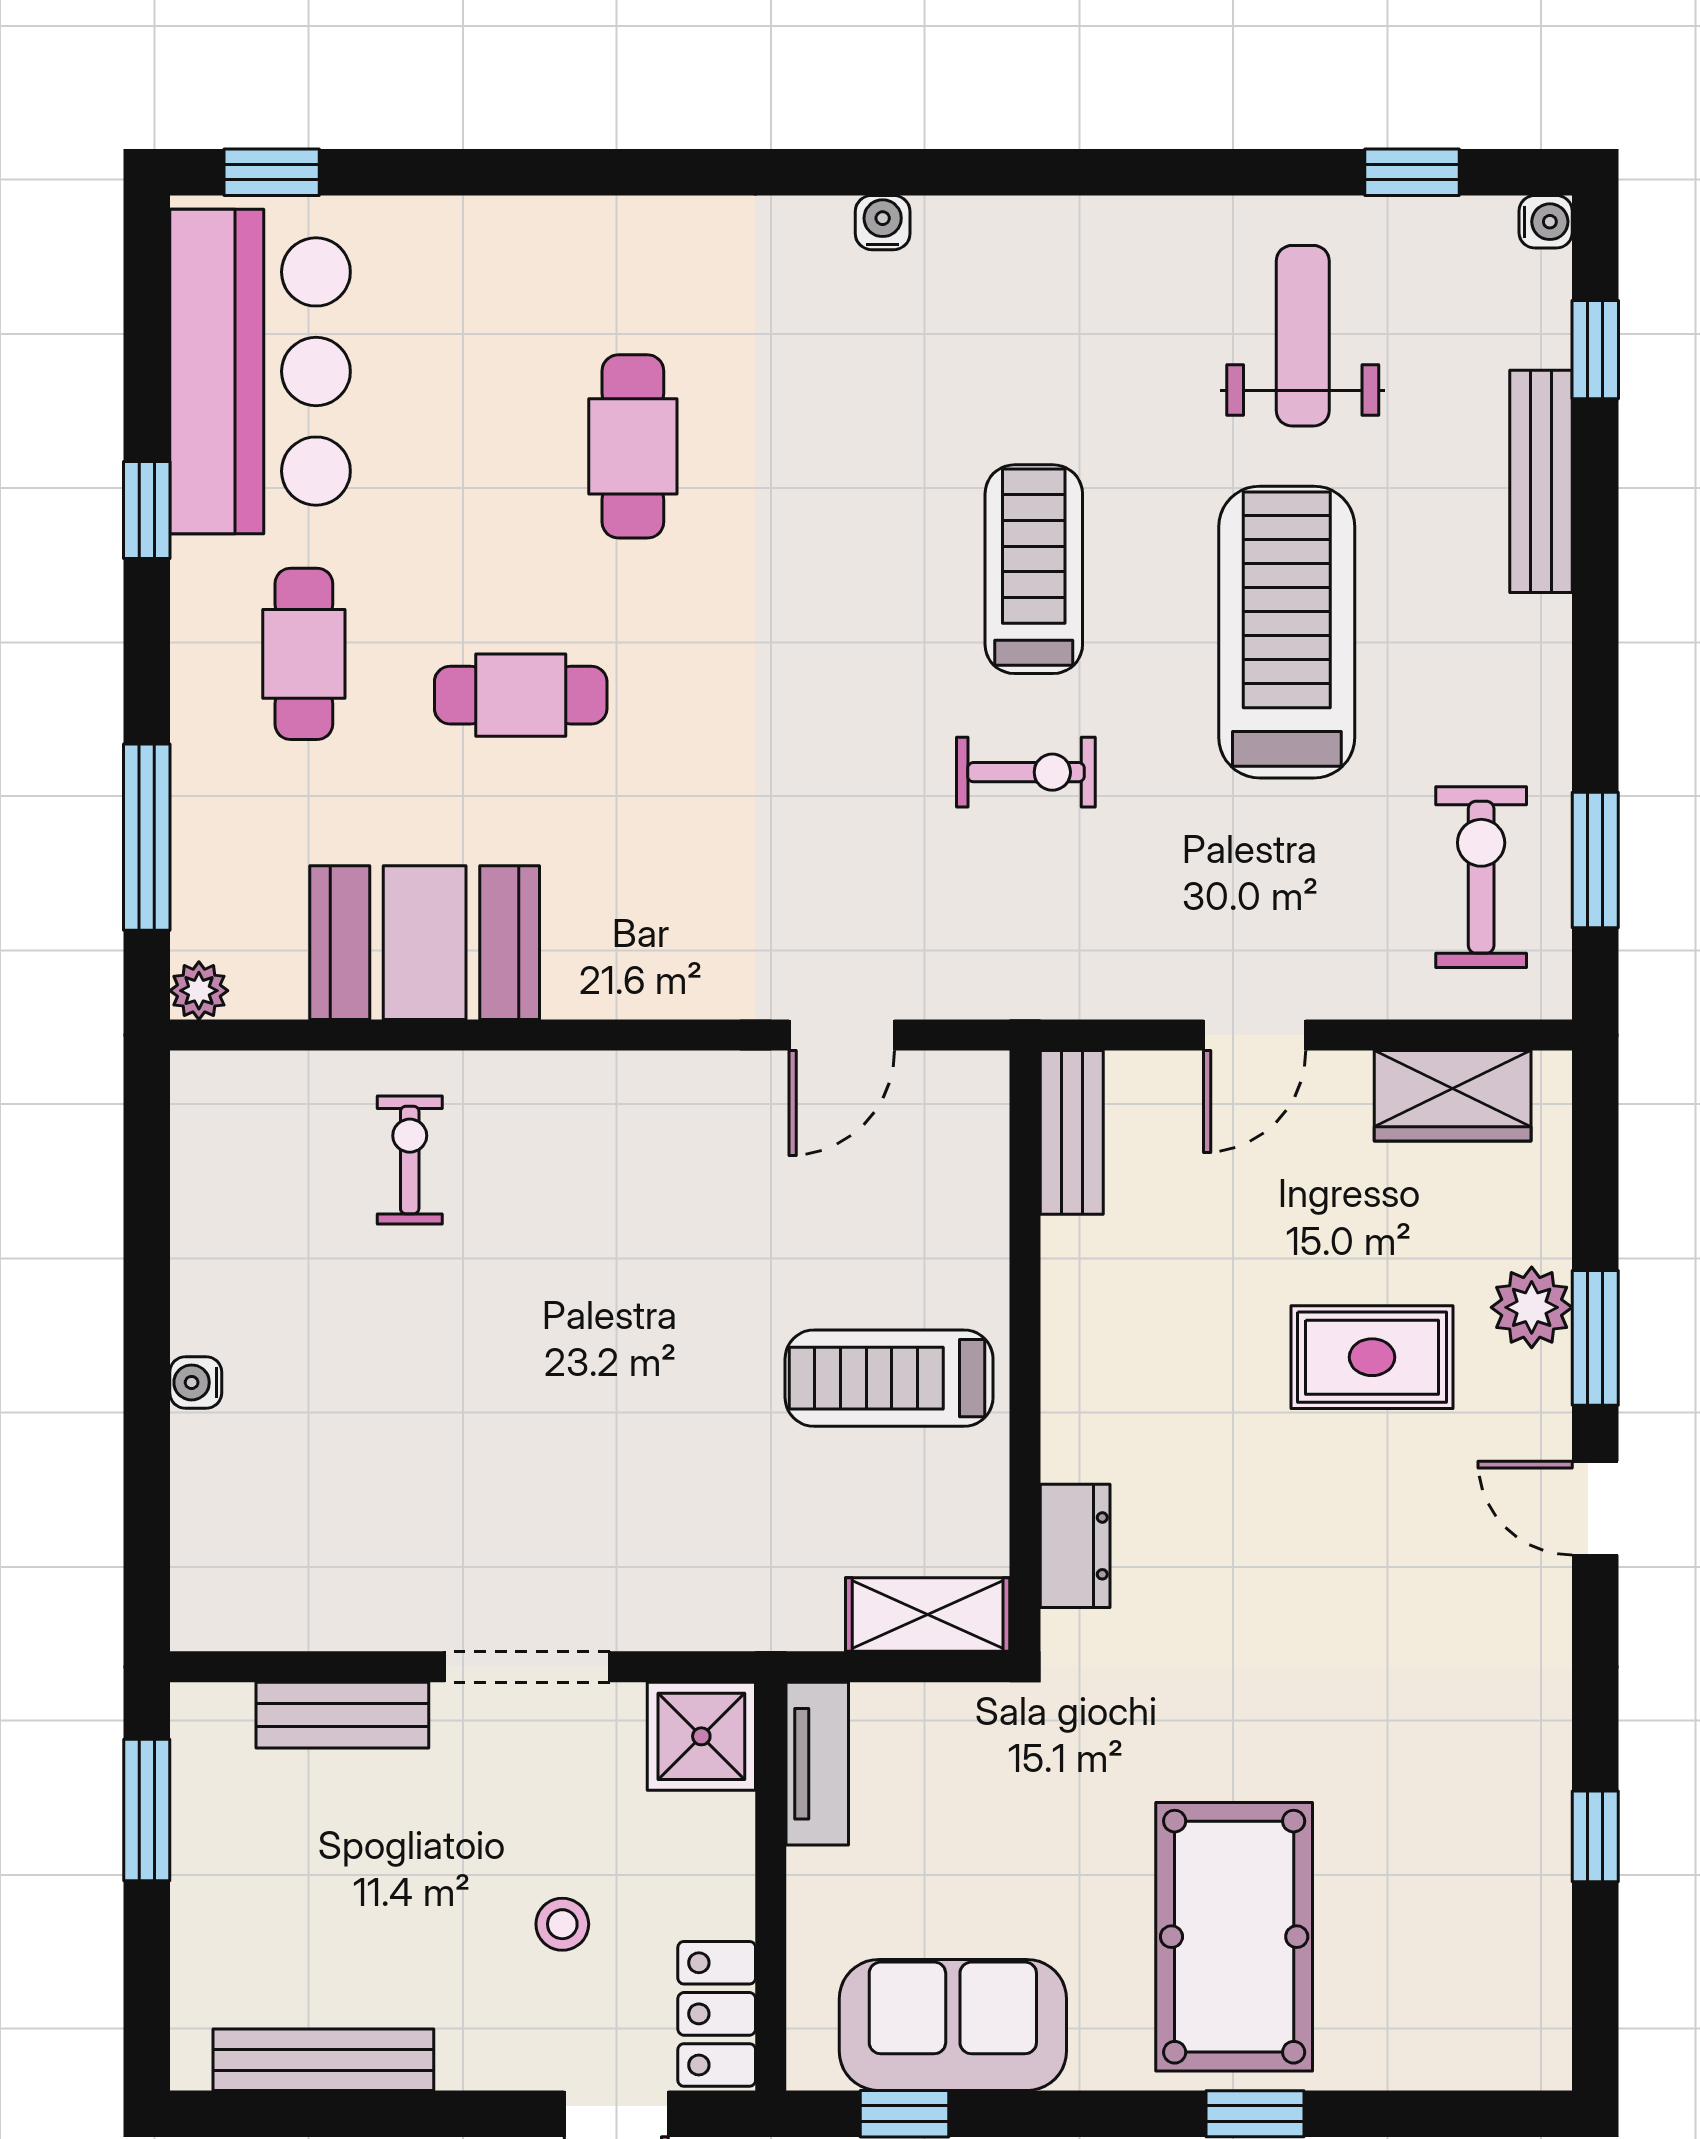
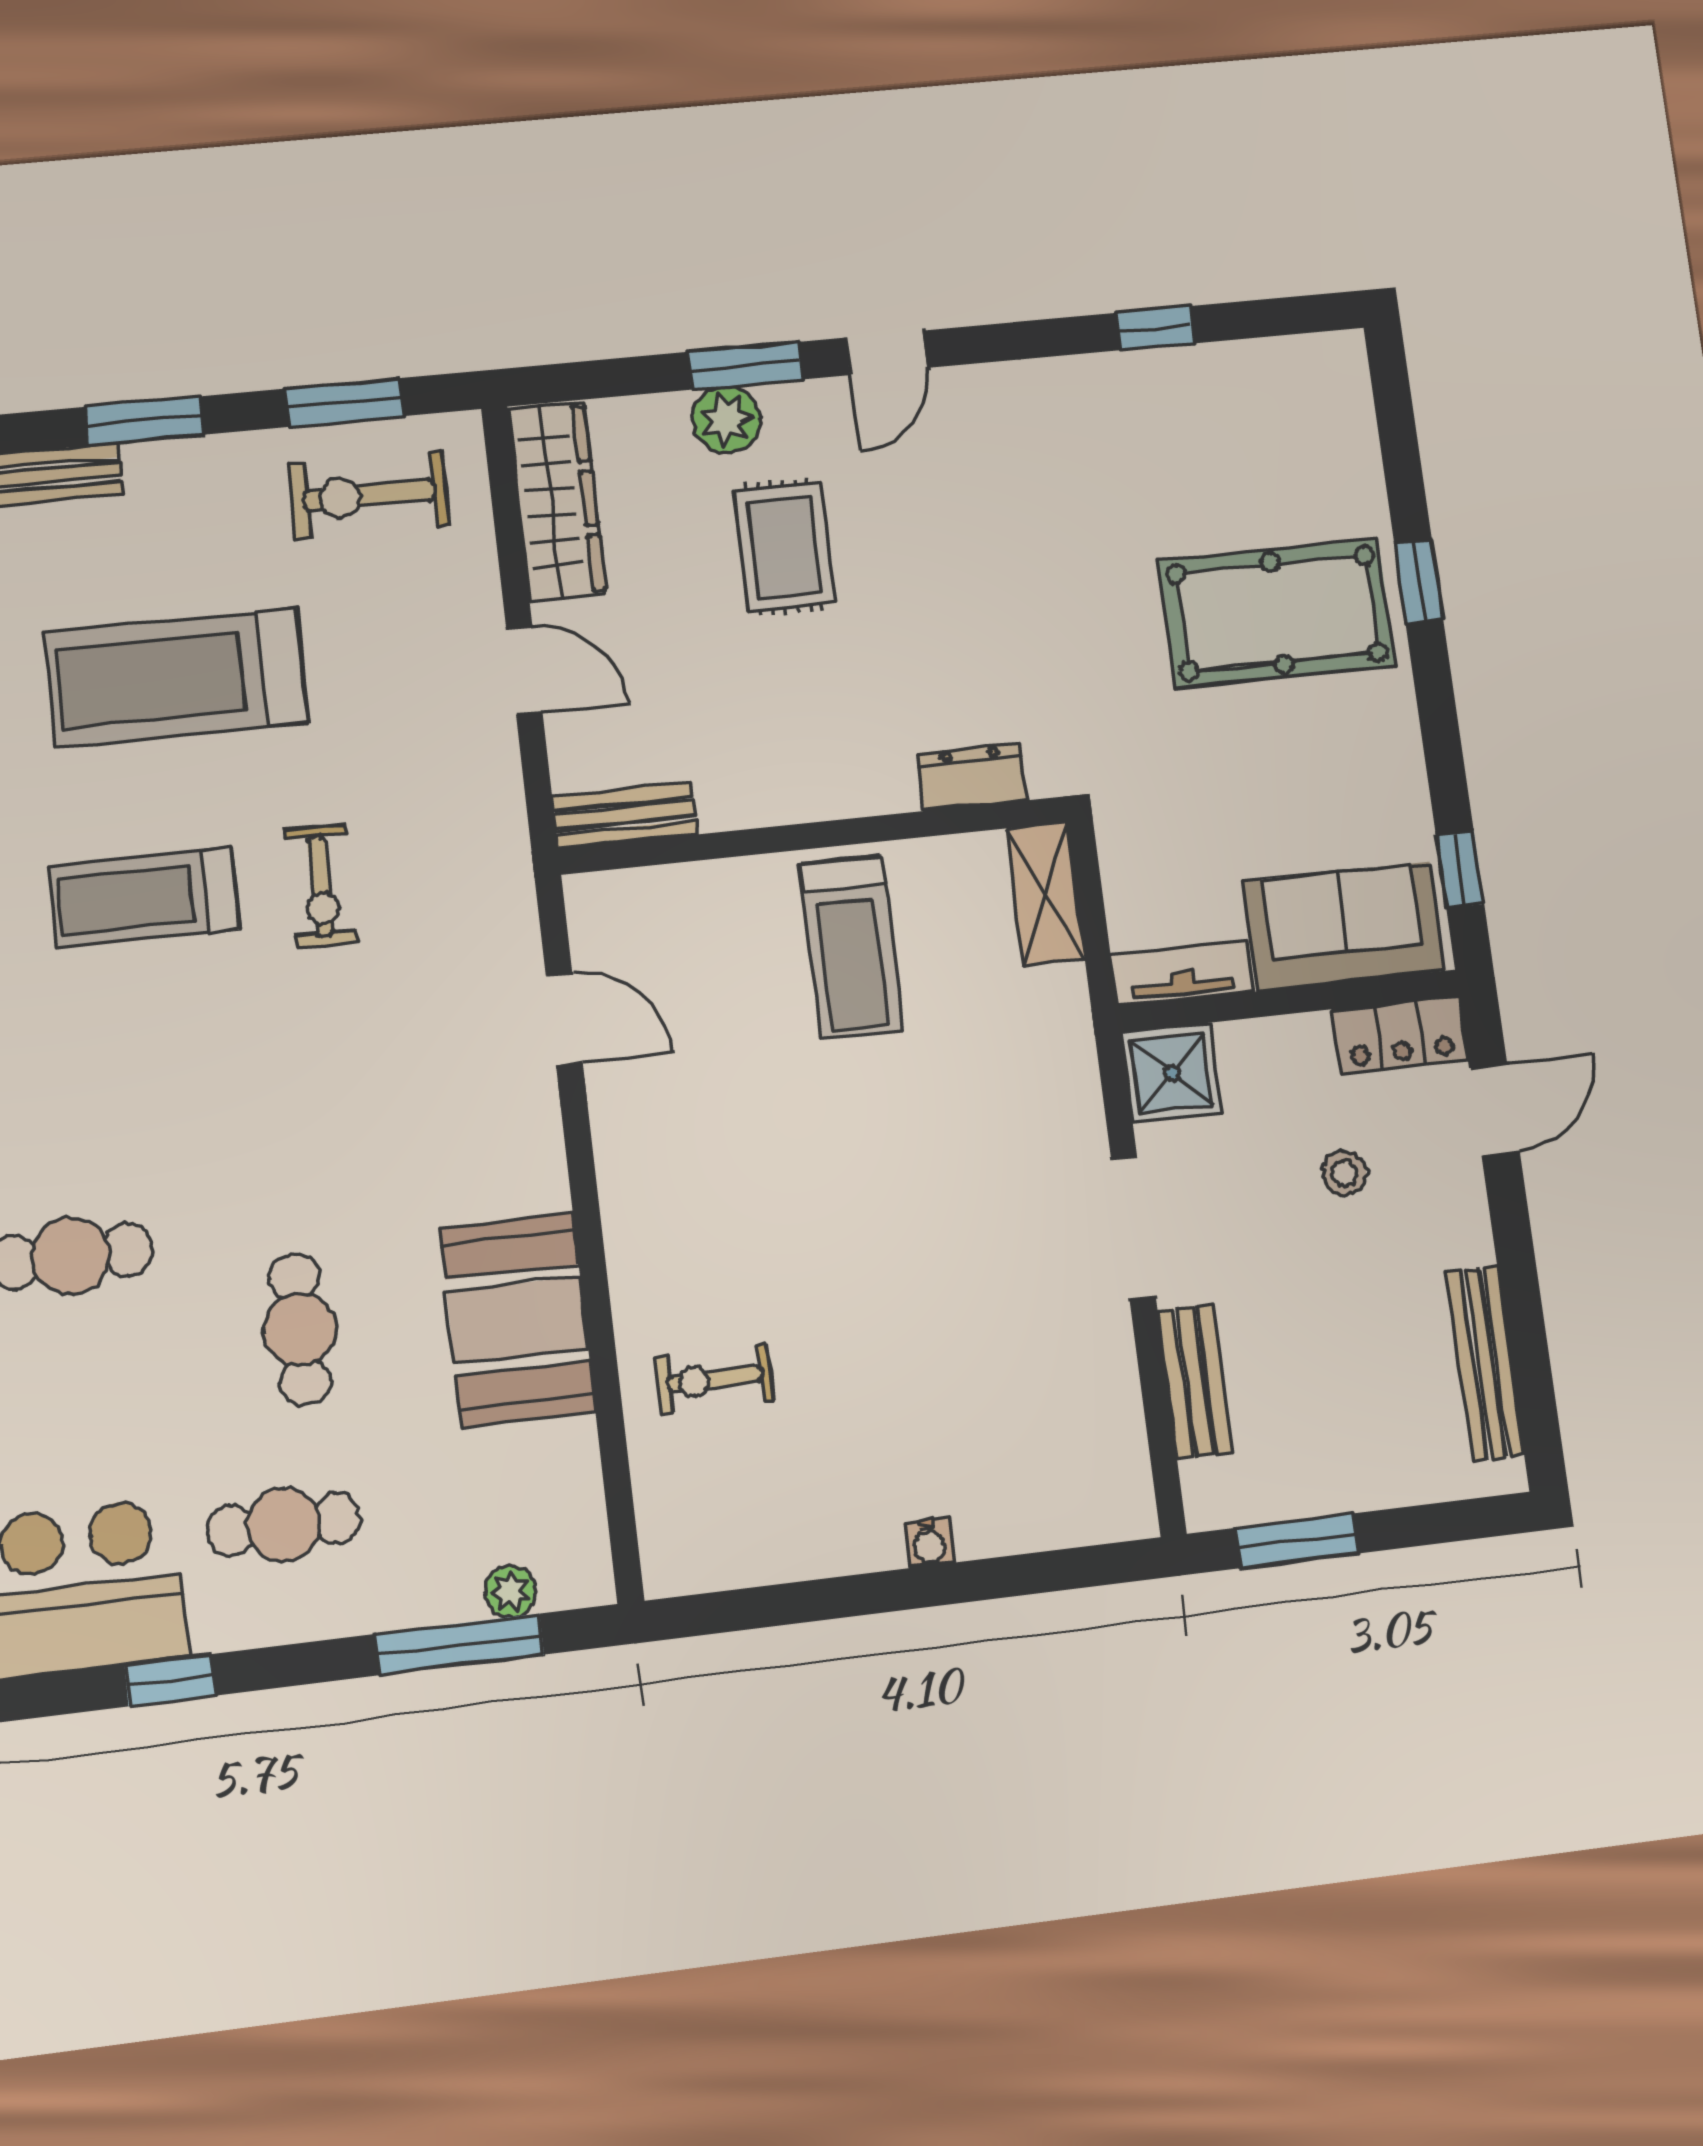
window: (1595, 626) -> (145, 421), added
exercise bike: (1026, 772) -> (321, 886), turned 180
booth: (425, 943) -> (517, 1320), moved
plant: (199, 991) -> (510, 1591), moved
wardrobe: (1453, 1096) -> (557, 501), width x1.50
sofa: (953, 2025) -> (1344, 926), moved, turned 90

